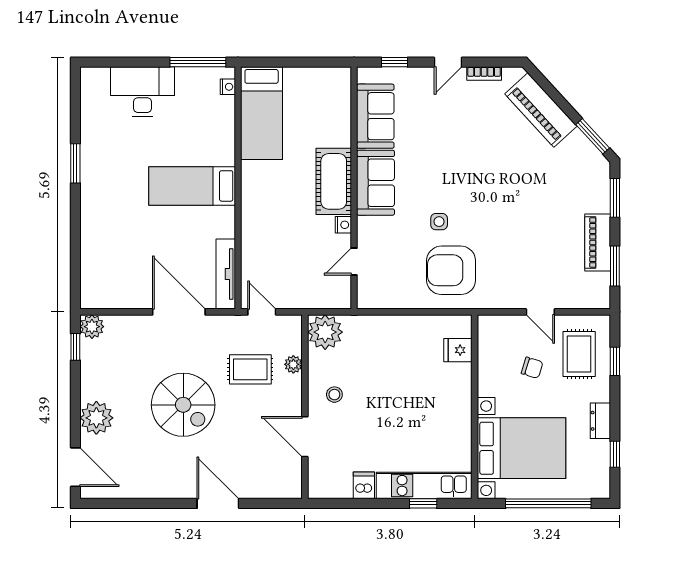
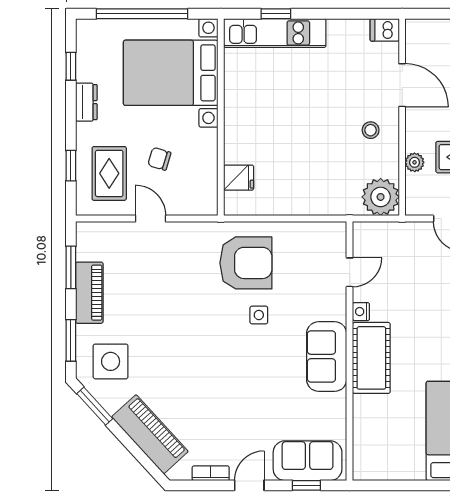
sofa: (375, 116) -> (308, 461), moved, turned 90
side table: (578, 178) -> (111, 361), added
dishwasher: (364, 485) -> (385, 30), moved, turned 90

